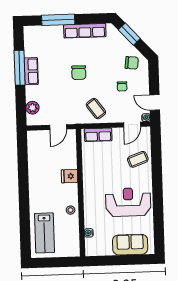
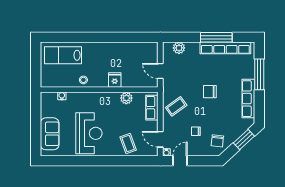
row of seats: (31, 71) -> (225, 48), width x2.02
plant: (89, 163) -> (126, 98), added

